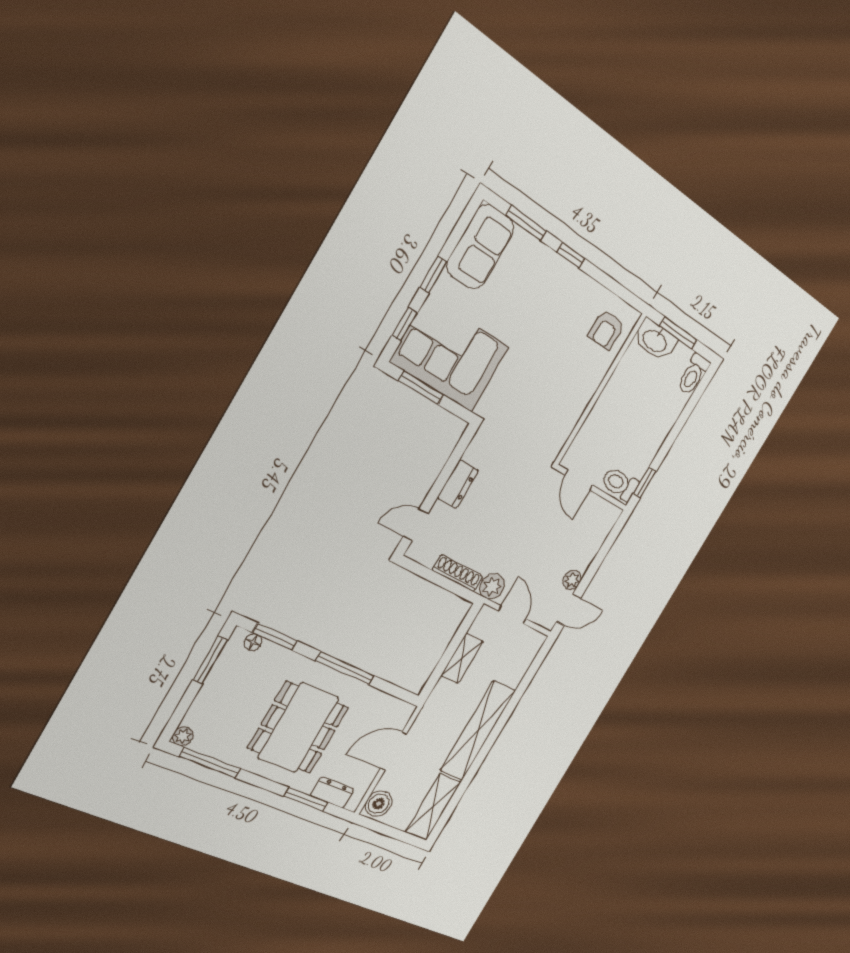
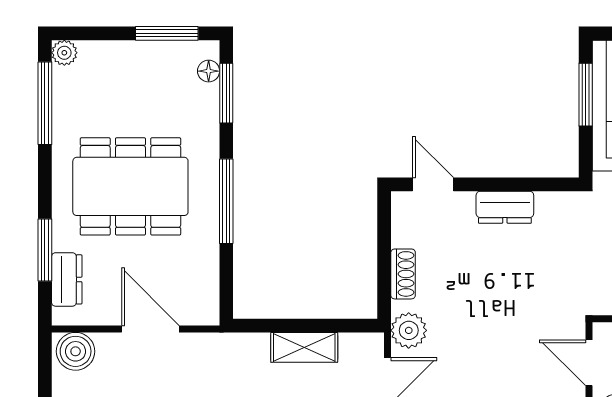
door: (579, 480) -> (589, 363), hinge flipped
shoe rack: (457, 573) -> (403, 274), width x0.70

